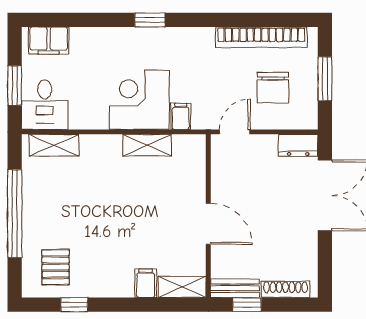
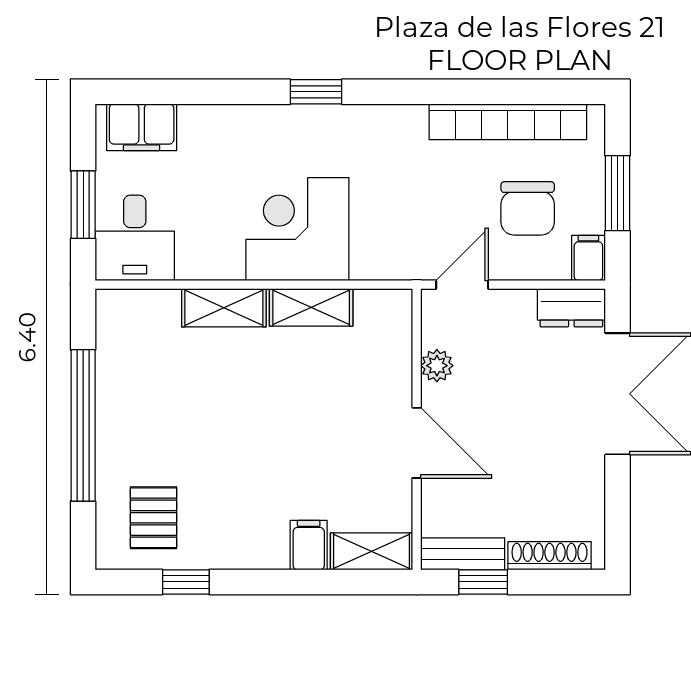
filing cabinet: (181, 116) -> (588, 258), moved
shelving: (54, 145) -> (224, 308), moved
plant: (220, 179) -> (437, 366), added

